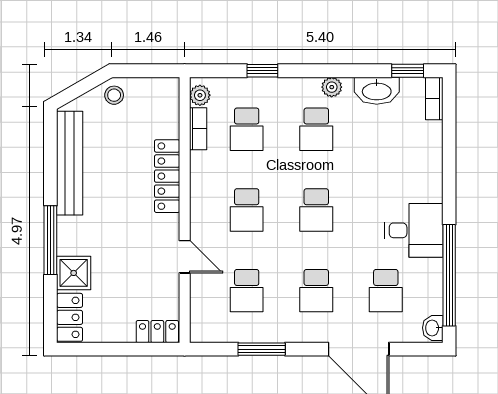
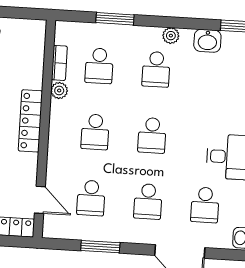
window: (262, 71) -> (115, 19), width x1.50
washbasin: (377, 91) -> (207, 41), width x0.72
plant: (200, 95) -> (59, 90), moved
locker: (167, 176) -> (30, 121), moved
door: (185, 257) -> (40, 200), moved

